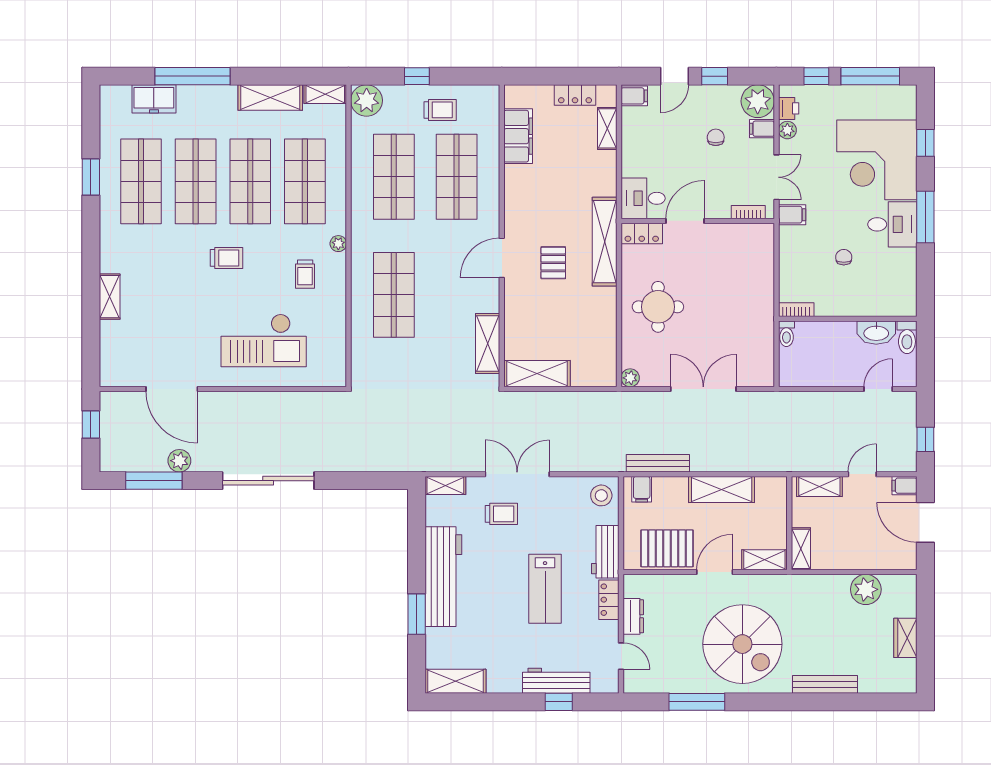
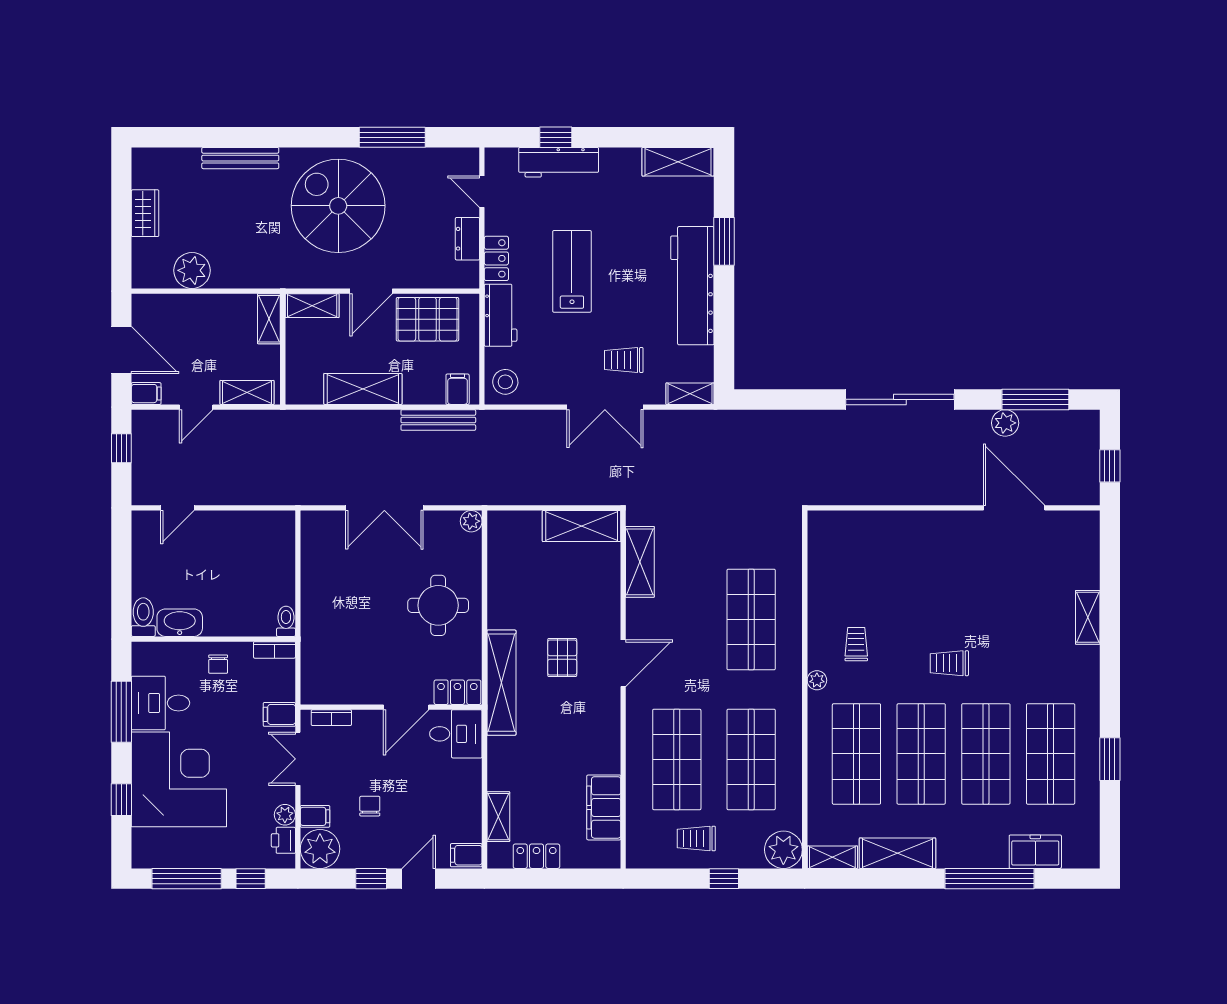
chair: (716, 137) -> (370, 806), turned 180
bookcase: (796, 310) -> (274, 650), moved
wall: (848, 319) -> (213, 639), moved
washbasin: (876, 333) -> (180, 623), moved
toilet: (786, 334) -> (286, 621), moved
toilet: (907, 337) -> (143, 617), moved
checkout: (264, 340) -> (905, 566), removed

